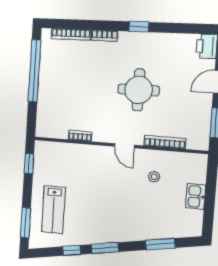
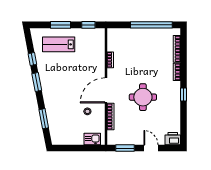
door: (125, 146) -> (106, 90), width x1.88
kitchen sink: (196, 196) -> (92, 139), moved
window: (25, 223) -> (61, 25), moved

